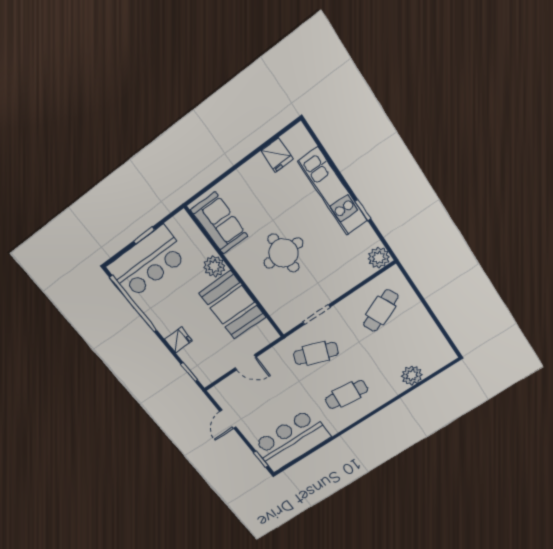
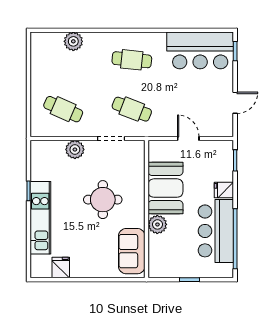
plant: (379, 258) -> (75, 150), moved
bar counter: (147, 262) -> (216, 231), moved, turned -90
cafe table: (381, 311) -> (63, 109), turned 48

